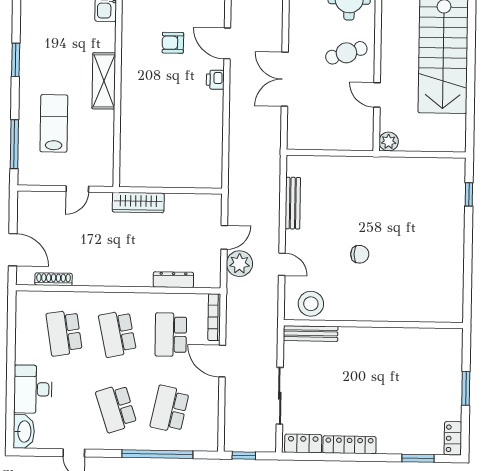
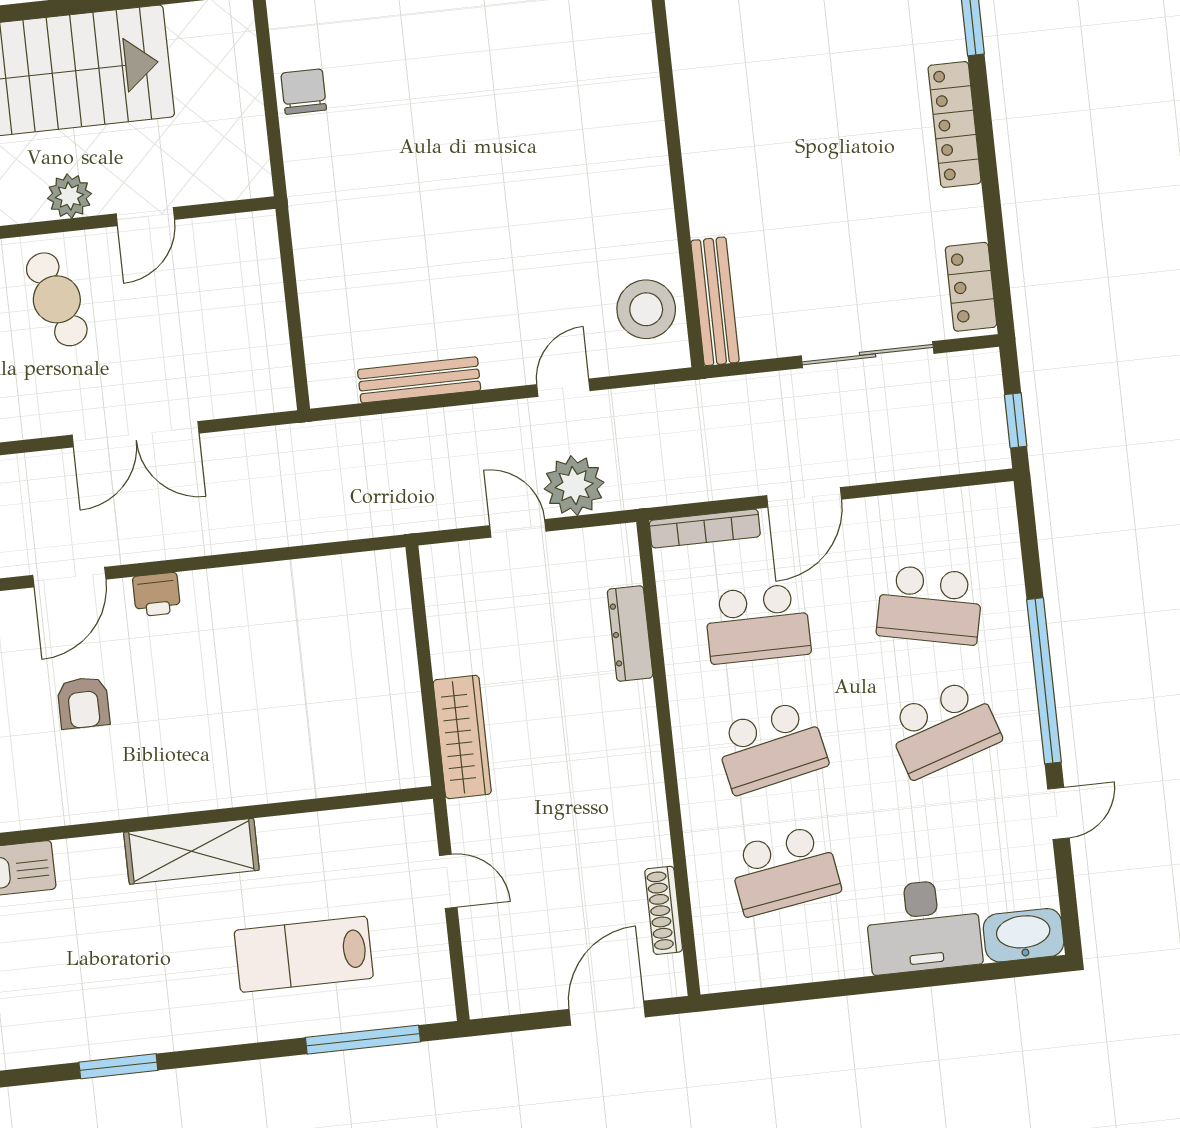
window: (16, 60) -> (118, 1066), moved
plant: (389, 142) -> (69, 196), moved
chair: (360, 254) -> (304, 92), moved
locker: (349, 445) -> (955, 124), moved
window: (157, 454) -> (1044, 681), moved

